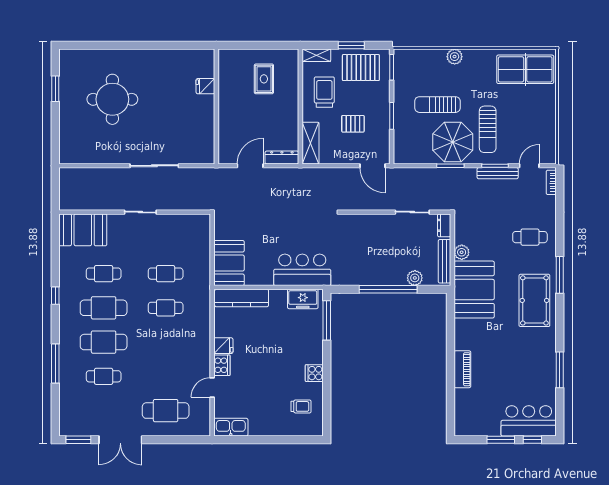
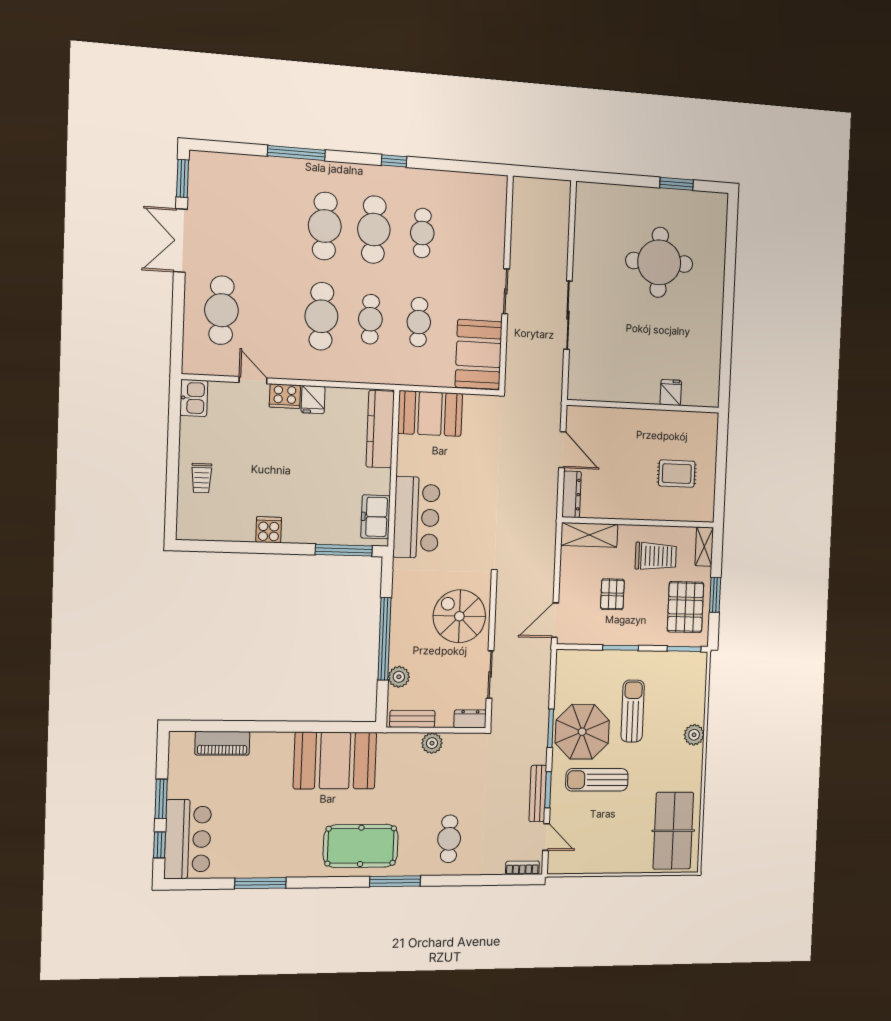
booth: (83, 230) -> (479, 354), moved
spiral stairs: (371, 236) -> (459, 616), added
bench: (444, 261) -> (412, 719), width x0.73
booth: (474, 290) -> (335, 760), moved
piano: (462, 369) -> (222, 743), moved
cafe table: (104, 376) -> (321, 316), moved, width x1.37, depth x1.35
trolley: (301, 406) -> (202, 478), moved
kitchen sink: (231, 427) -> (194, 398), width x0.73

